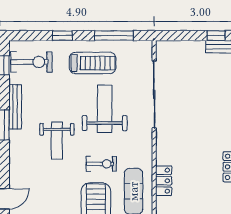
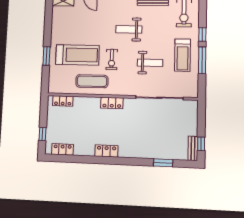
window: (114, 36) -> (202, 60), moved
weight bench: (105, 109) -> (150, 63), width x0.73, depth x0.75
locker: (164, 181) -> (112, 103), moved

